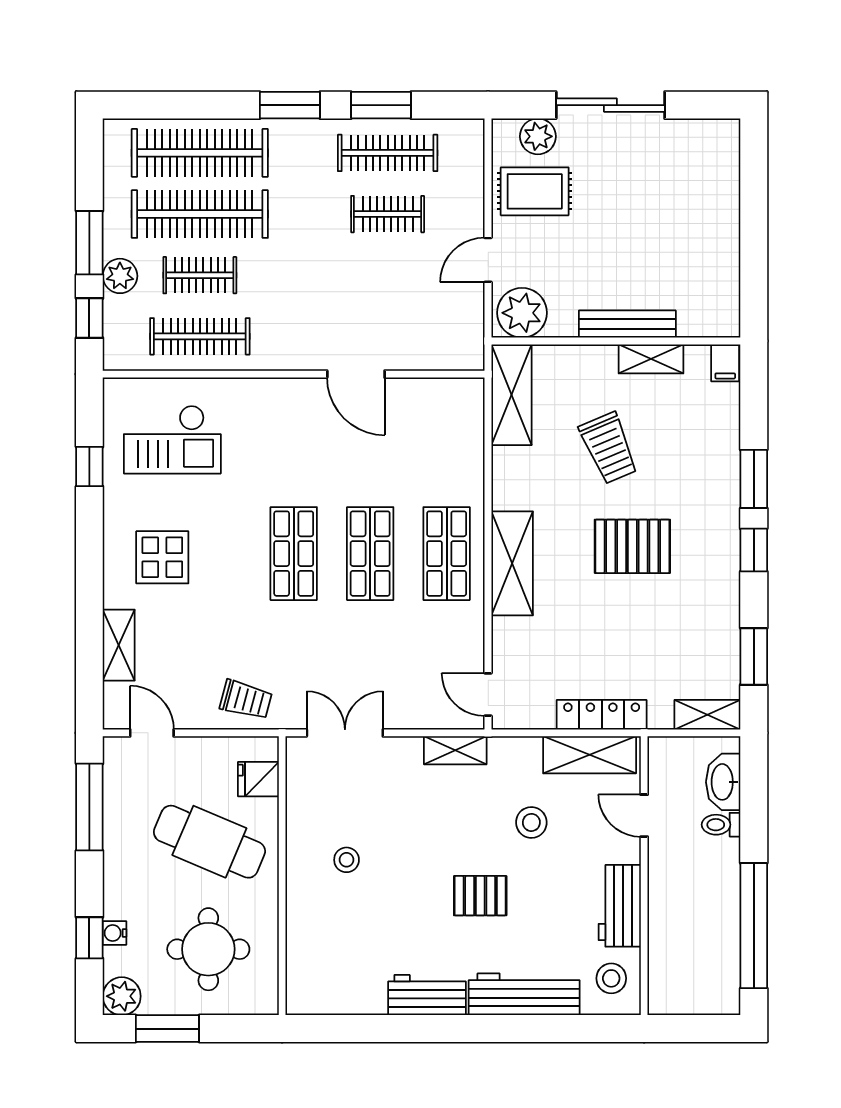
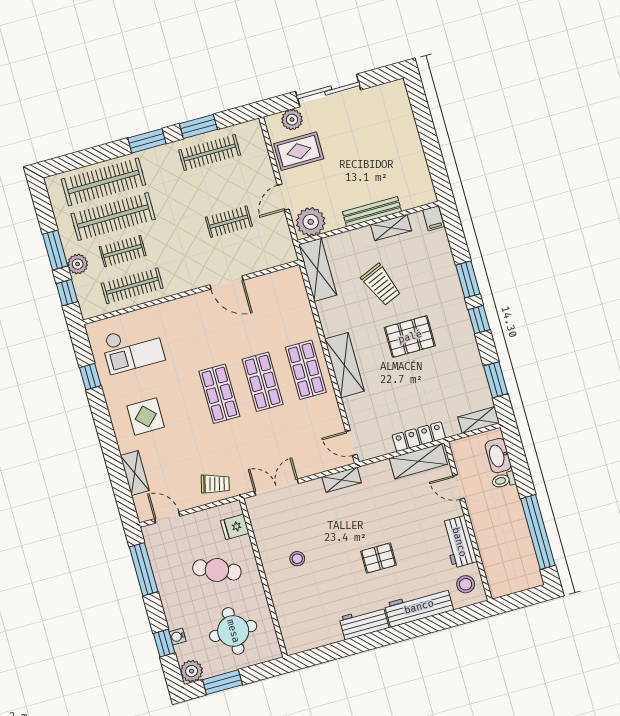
clothes rail: (388, 214) -> (229, 222), moved
stool: (531, 822) -> (396, 509), removed
cafe table: (209, 842) -> (217, 570), width x0.73, depth x0.74

